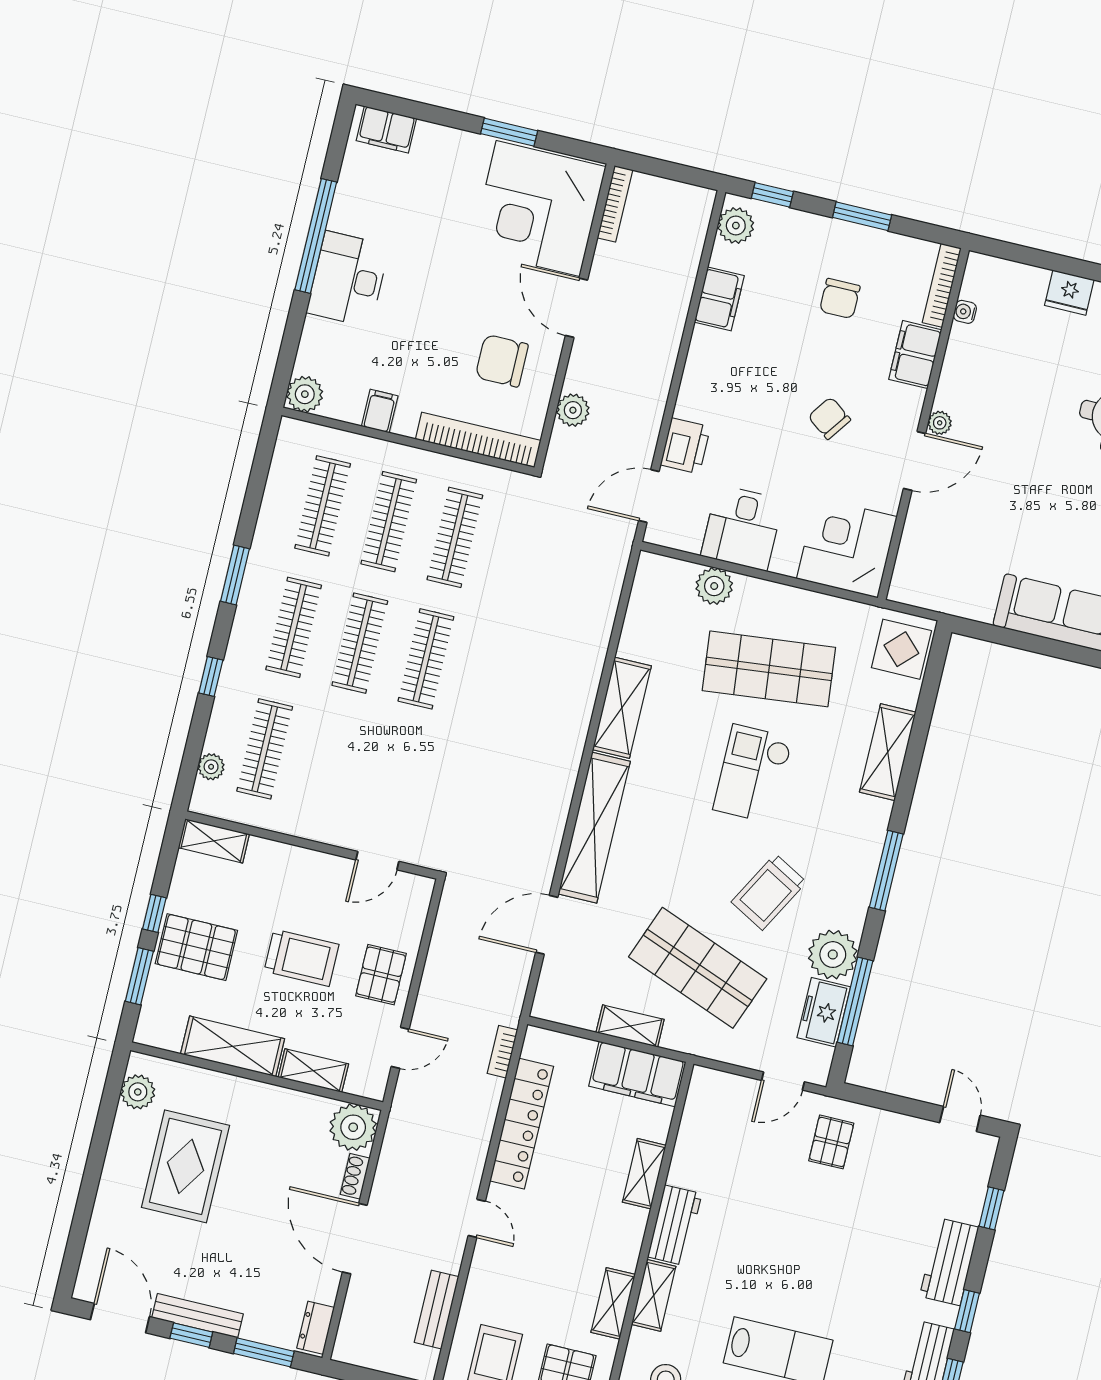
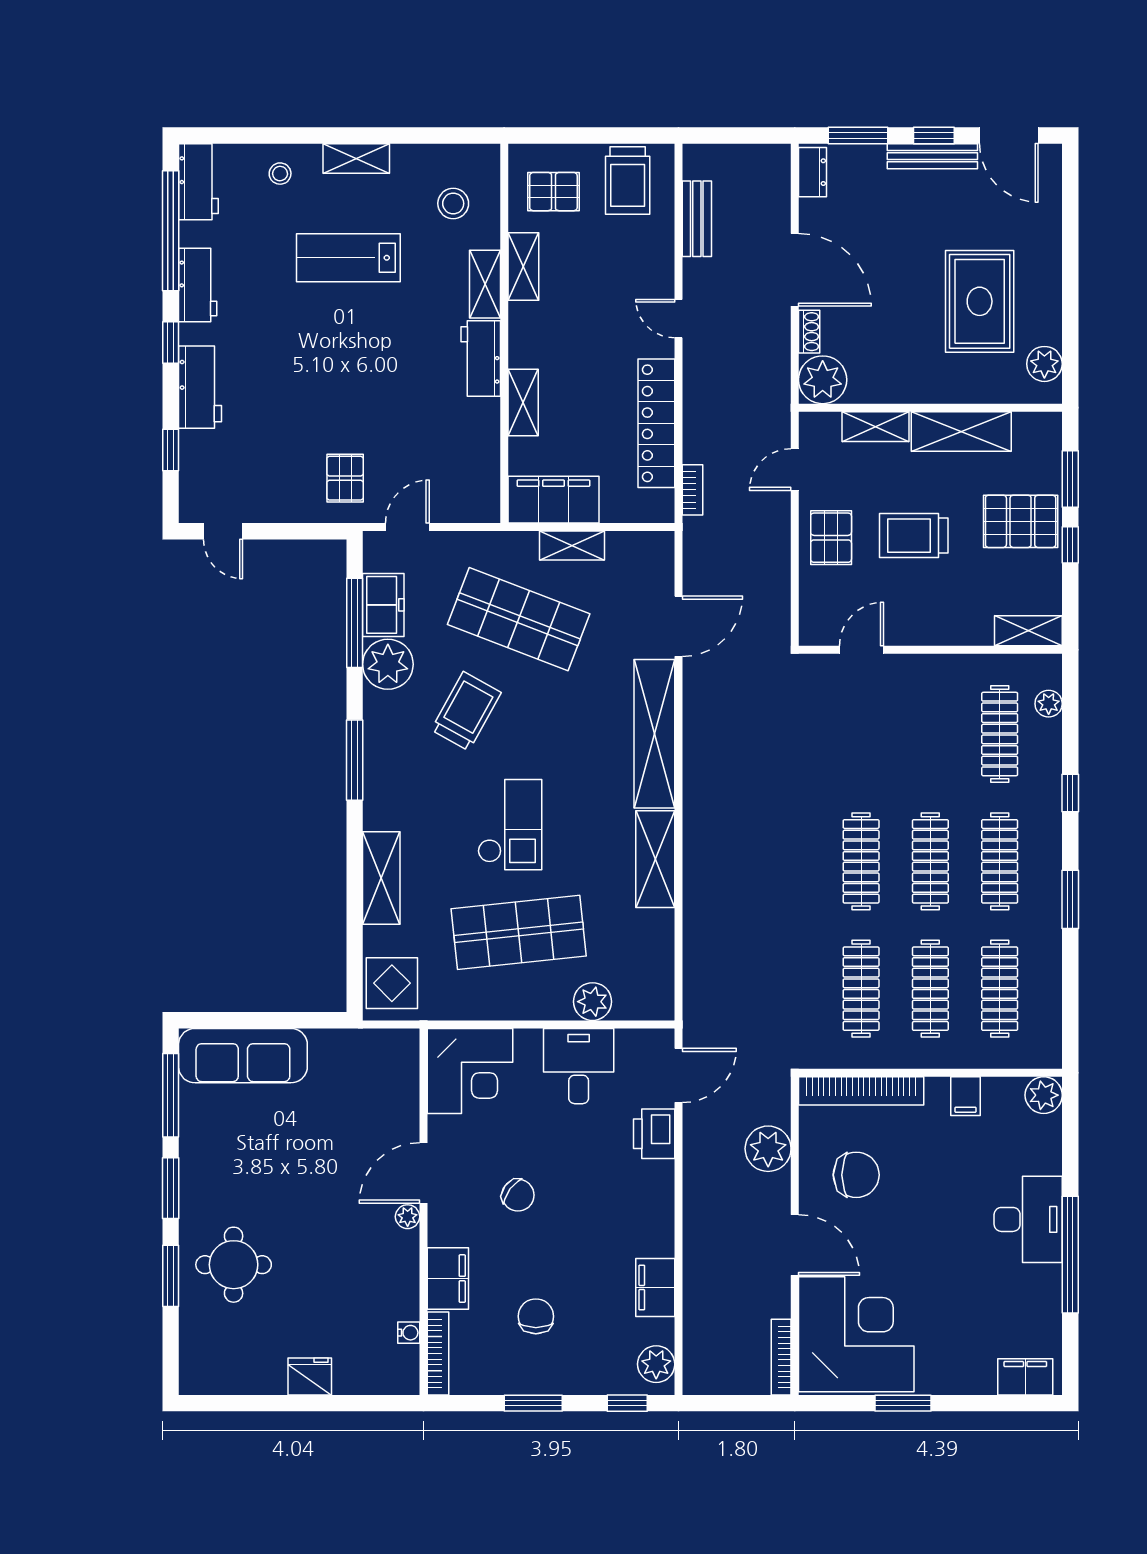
plant: (573, 410) -> (768, 1149), width x1.36, depth x1.36

